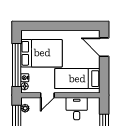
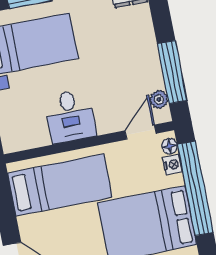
door: (47, 95) -> (141, 132), moved
desk: (77, 109) -> (70, 116), moved

